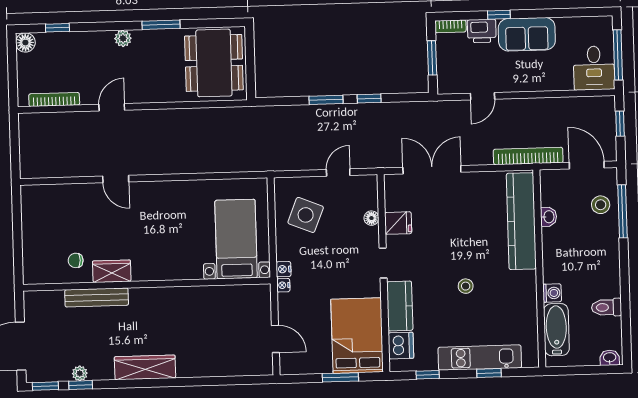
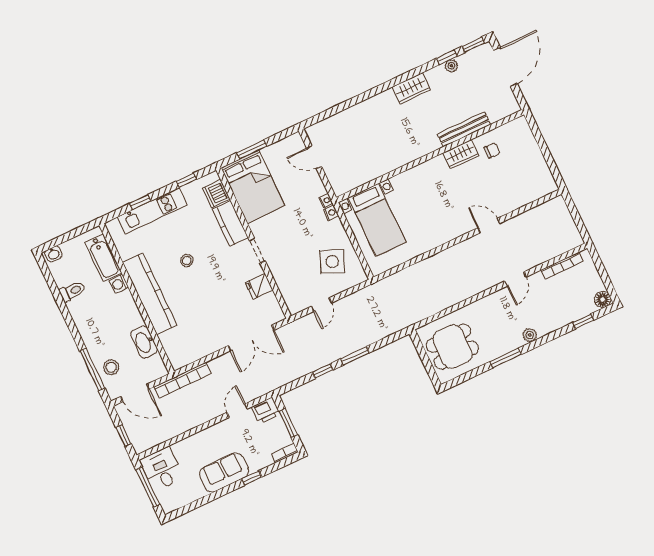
printer: (482, 31) -> (266, 410), moved, turned 180
dining table: (214, 63) -> (452, 347), width x0.73
washbasin: (549, 217) -> (144, 342), width x1.91, depth x1.45
floor lamp: (371, 218) -> (281, 281), removed
kitchen counter: (521, 221) -> (150, 294), moved
wardrobe: (145, 367) -> (411, 88), width x0.67

